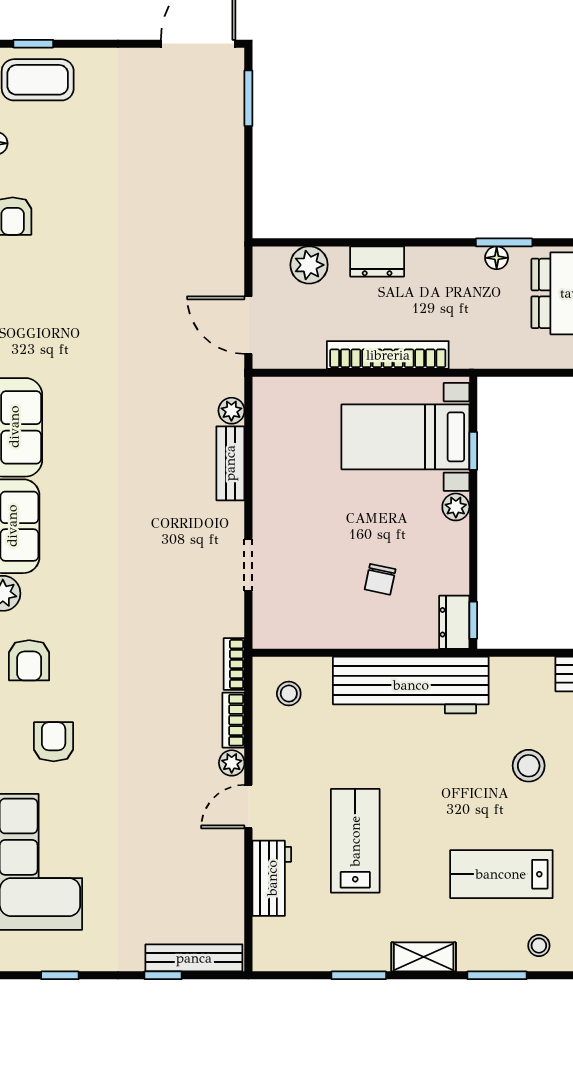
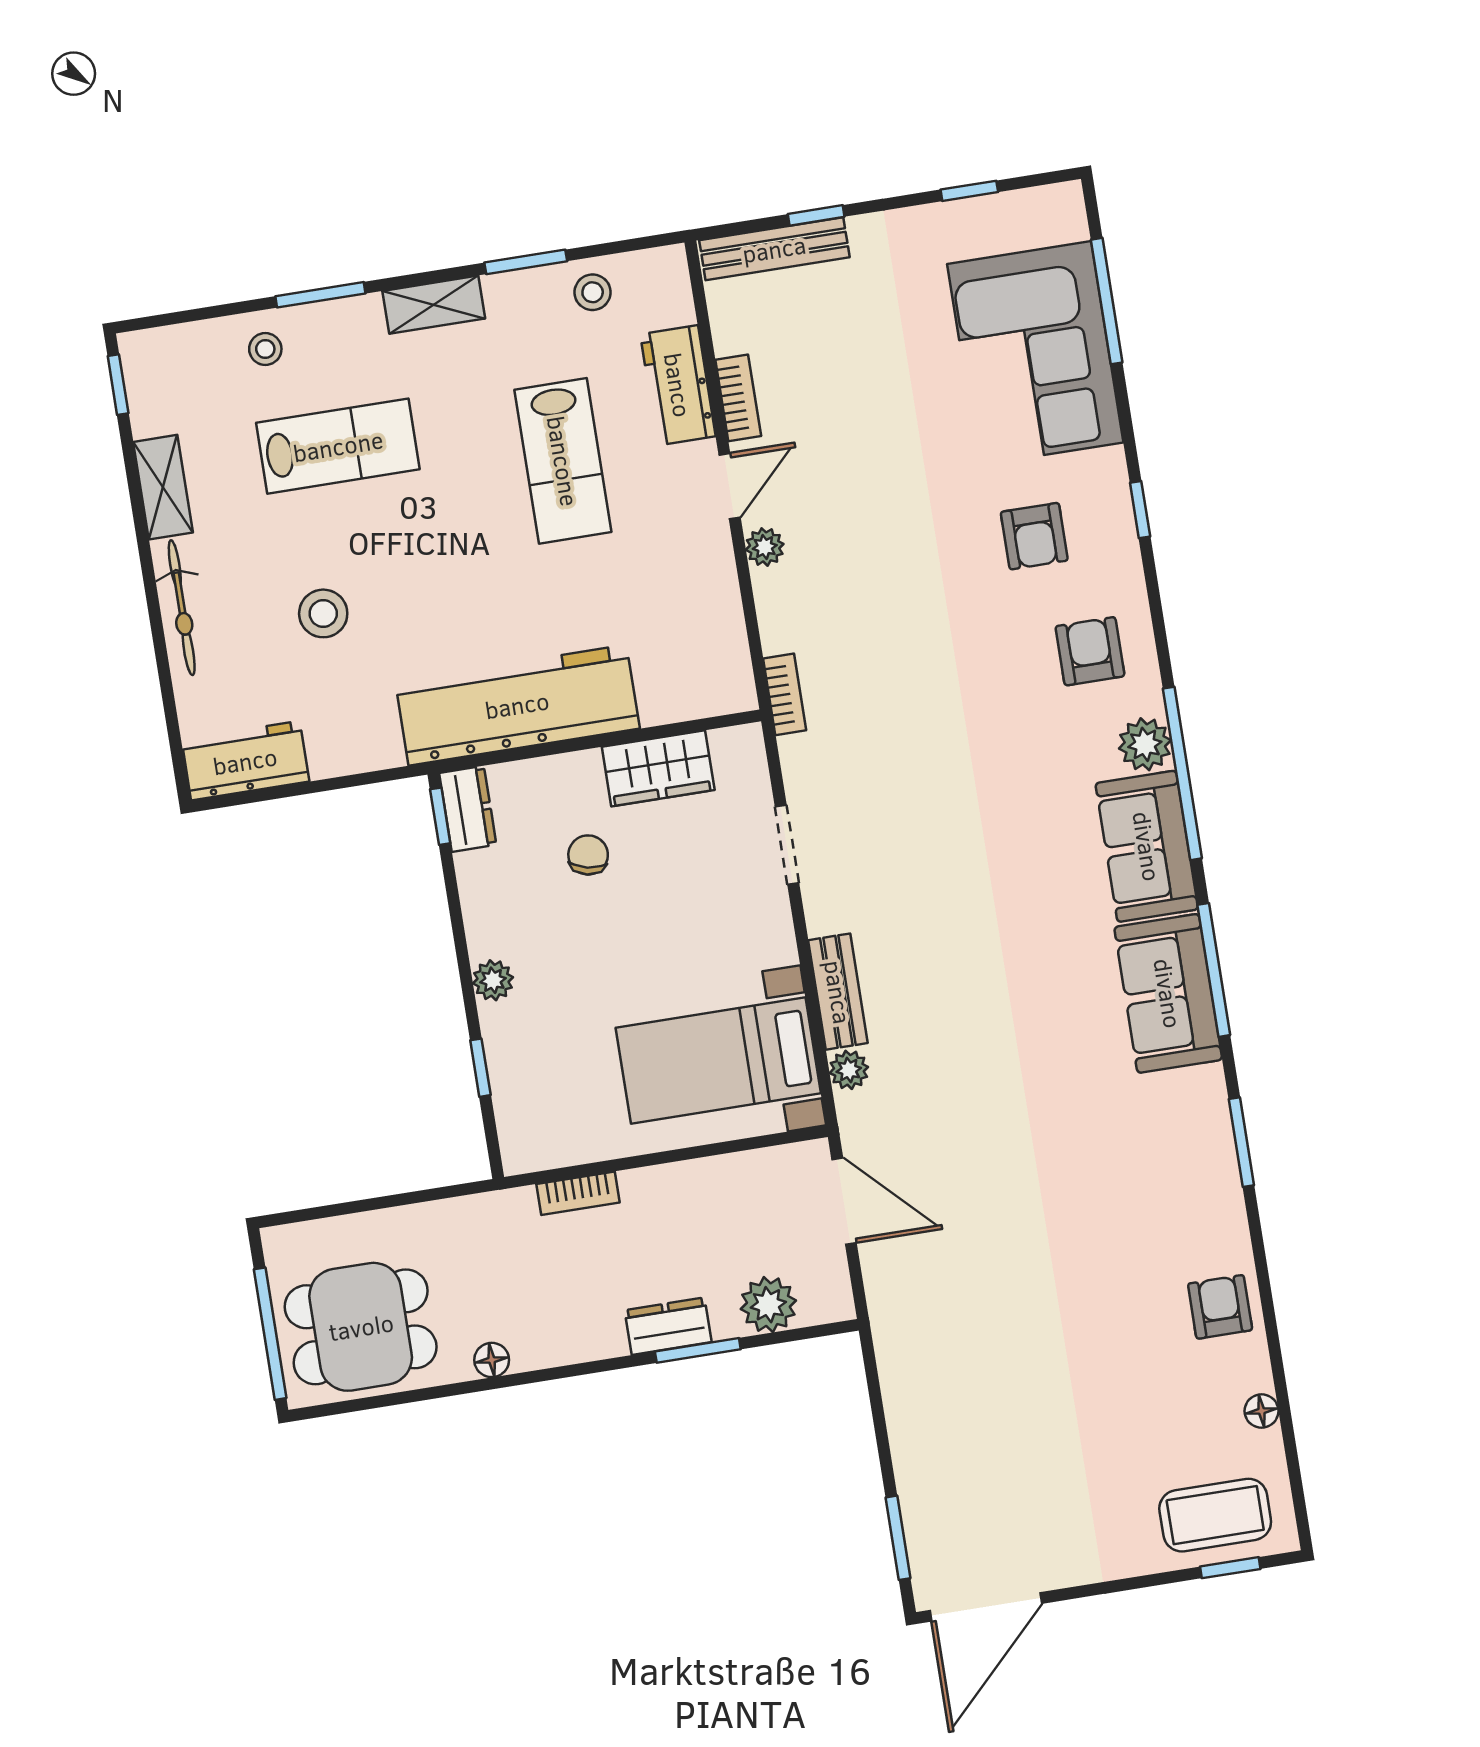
window: (504, 242) -> (698, 1350), moved
bookcase: (388, 355) -> (578, 1193), width x0.43, depth x0.76
bed with nightstands: (405, 437) -> (718, 1061), moved, turned 180
wardrobe: (325, 629) -> (658, 768), added
stool: (289, 694) -> (593, 292), moved
bookcase: (233, 720) -> (738, 398), moved

